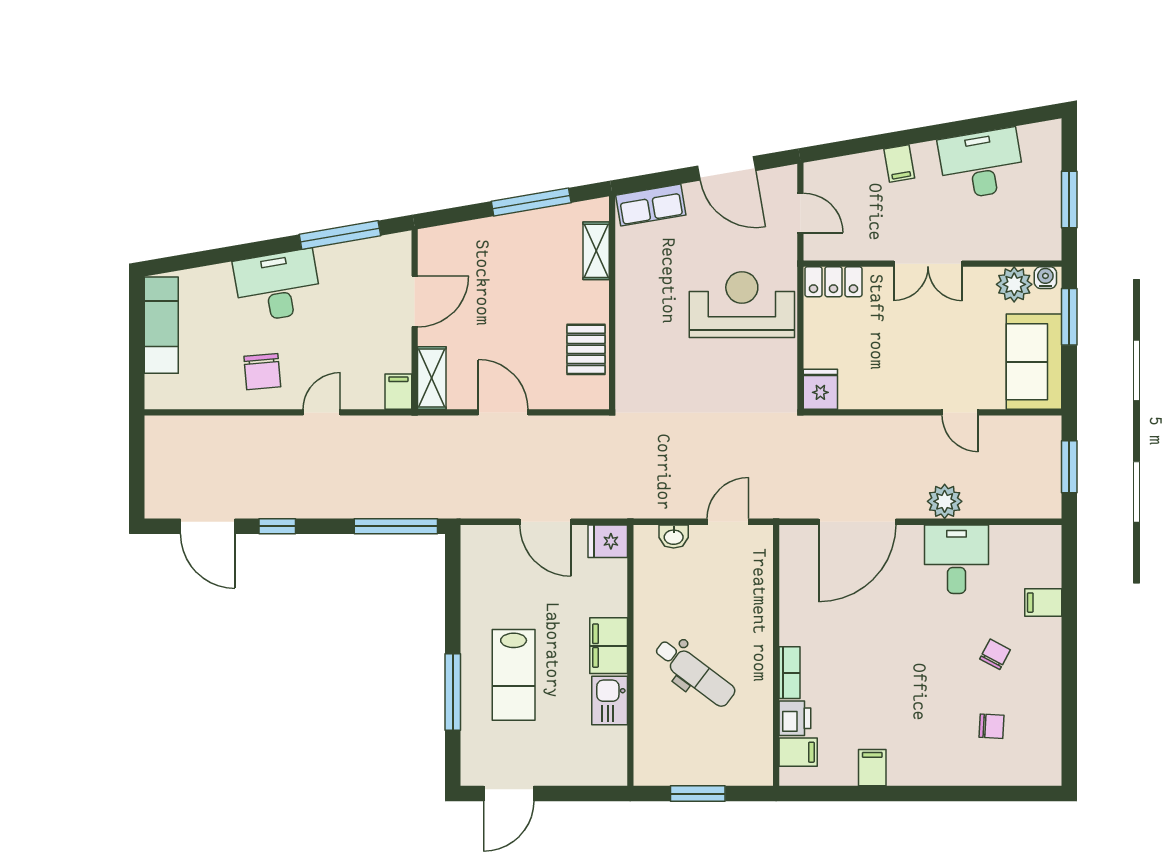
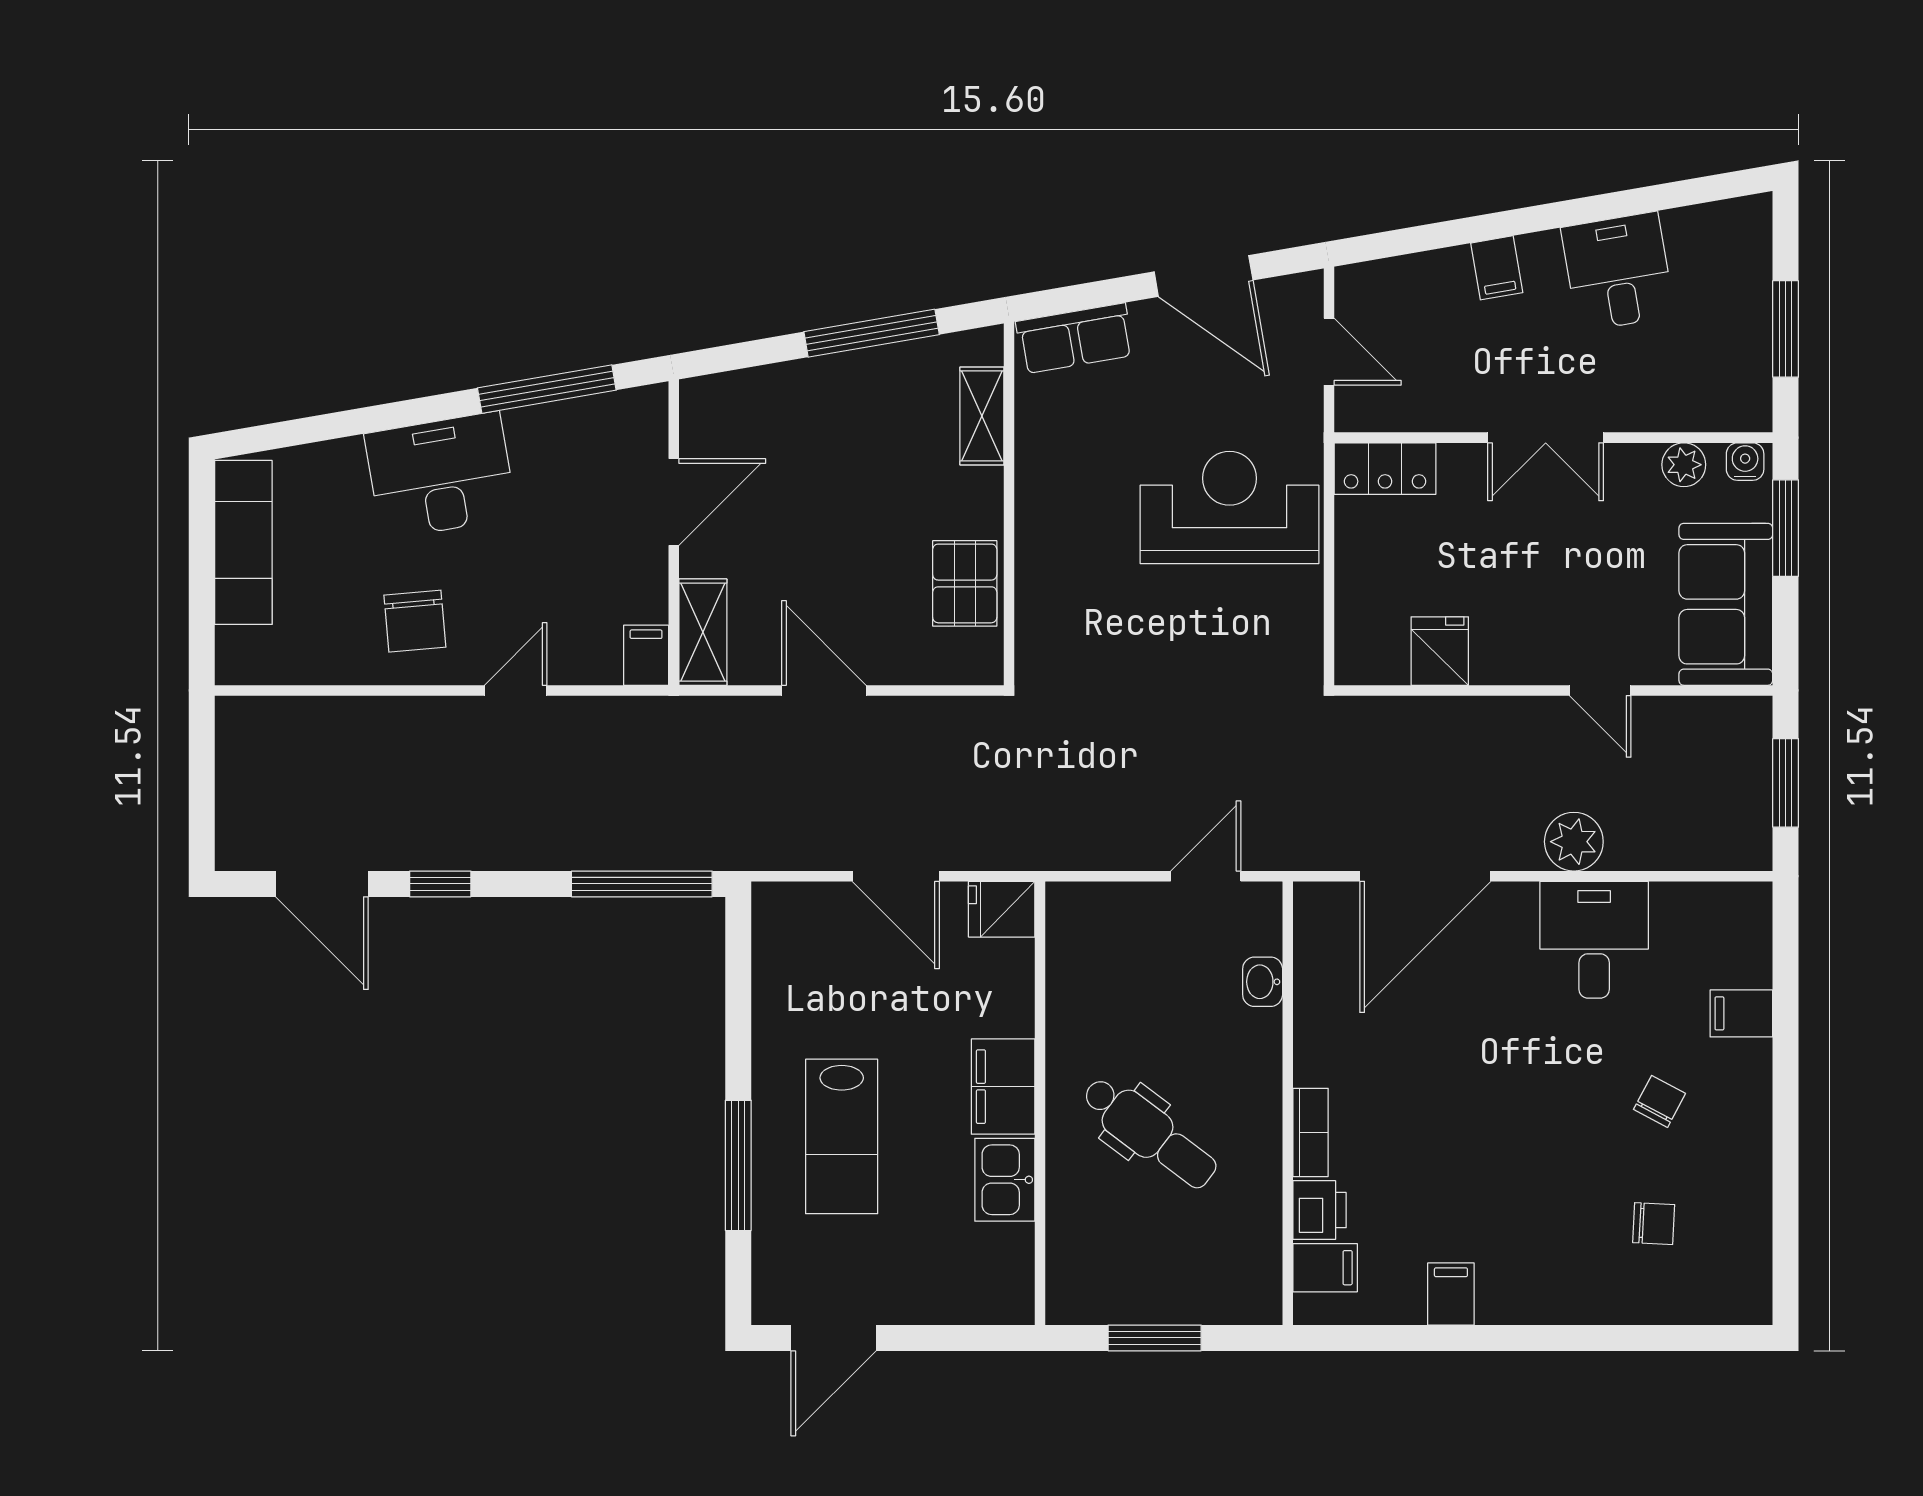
desk: (981, 164) -> (1618, 272), width x0.73
plant: (1014, 284) -> (1684, 465), width x0.73, depth x0.73
fridge: (820, 389) -> (1440, 651), moved
washbasin: (674, 536) -> (1263, 982), moved, turned 90

